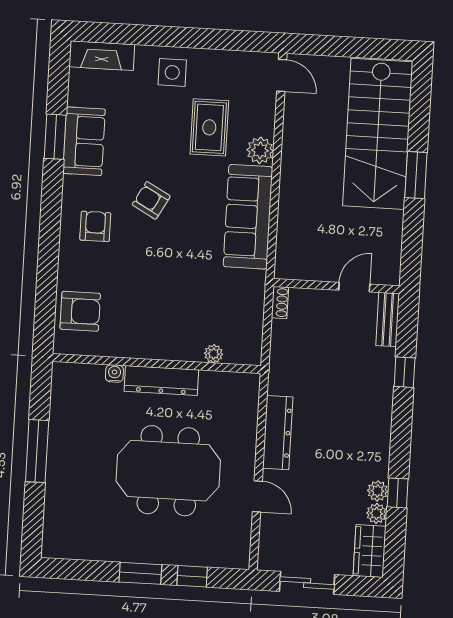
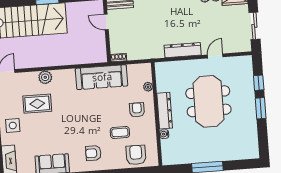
armchair: (151, 200) -> (137, 110), moved, turned 151
sofa: (248, 217) -> (102, 77), moved
coffee table: (130, 285) -> (120, 132), added

